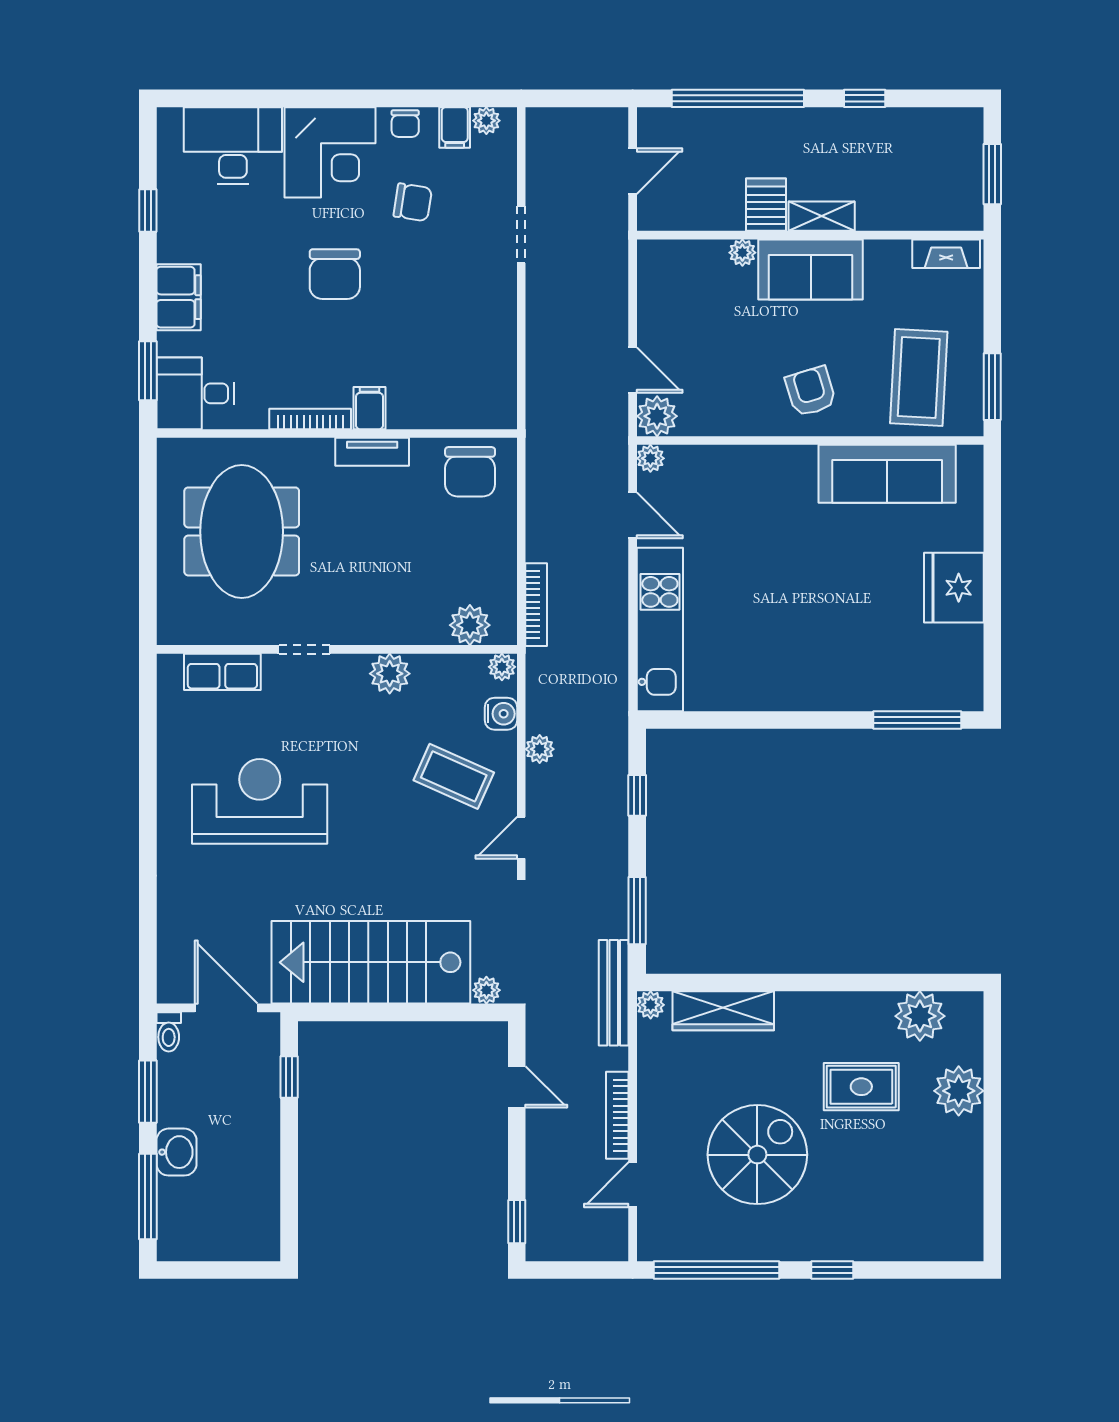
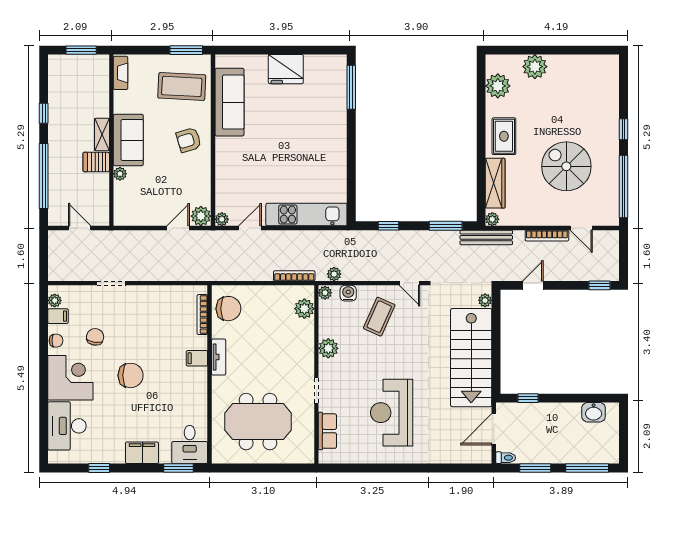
bookcase: (310, 419) -> (202, 315), moved
plant: (540, 749) -> (334, 274), moved
rug: (861, 1087) -> (504, 136), moved
washbasin: (176, 1152) -> (594, 412), moved, turned 180

